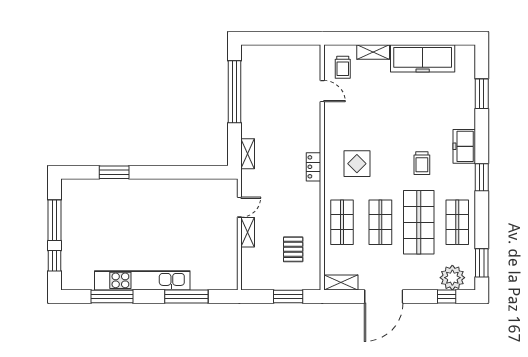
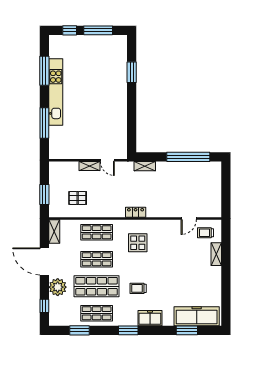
freezer: (423, 58) -> (197, 316), moved, turned 90
window: (482, 263) -> (80, 330), moved
plant: (452, 278) -> (58, 287), moved

